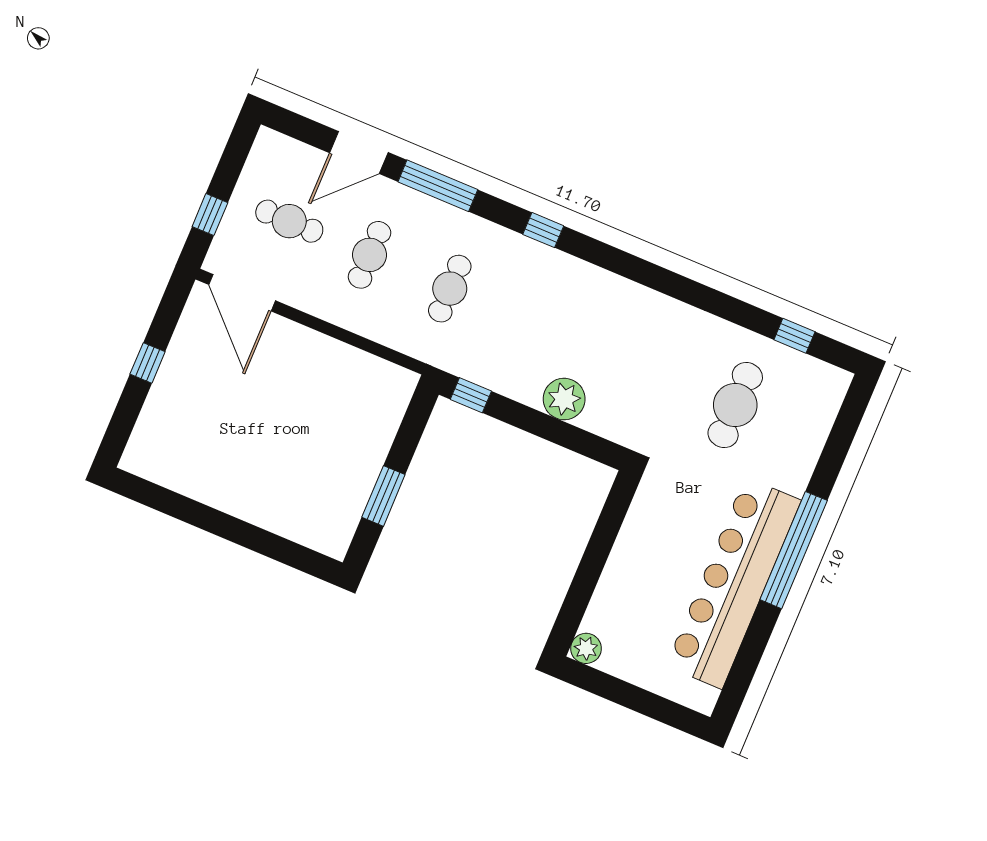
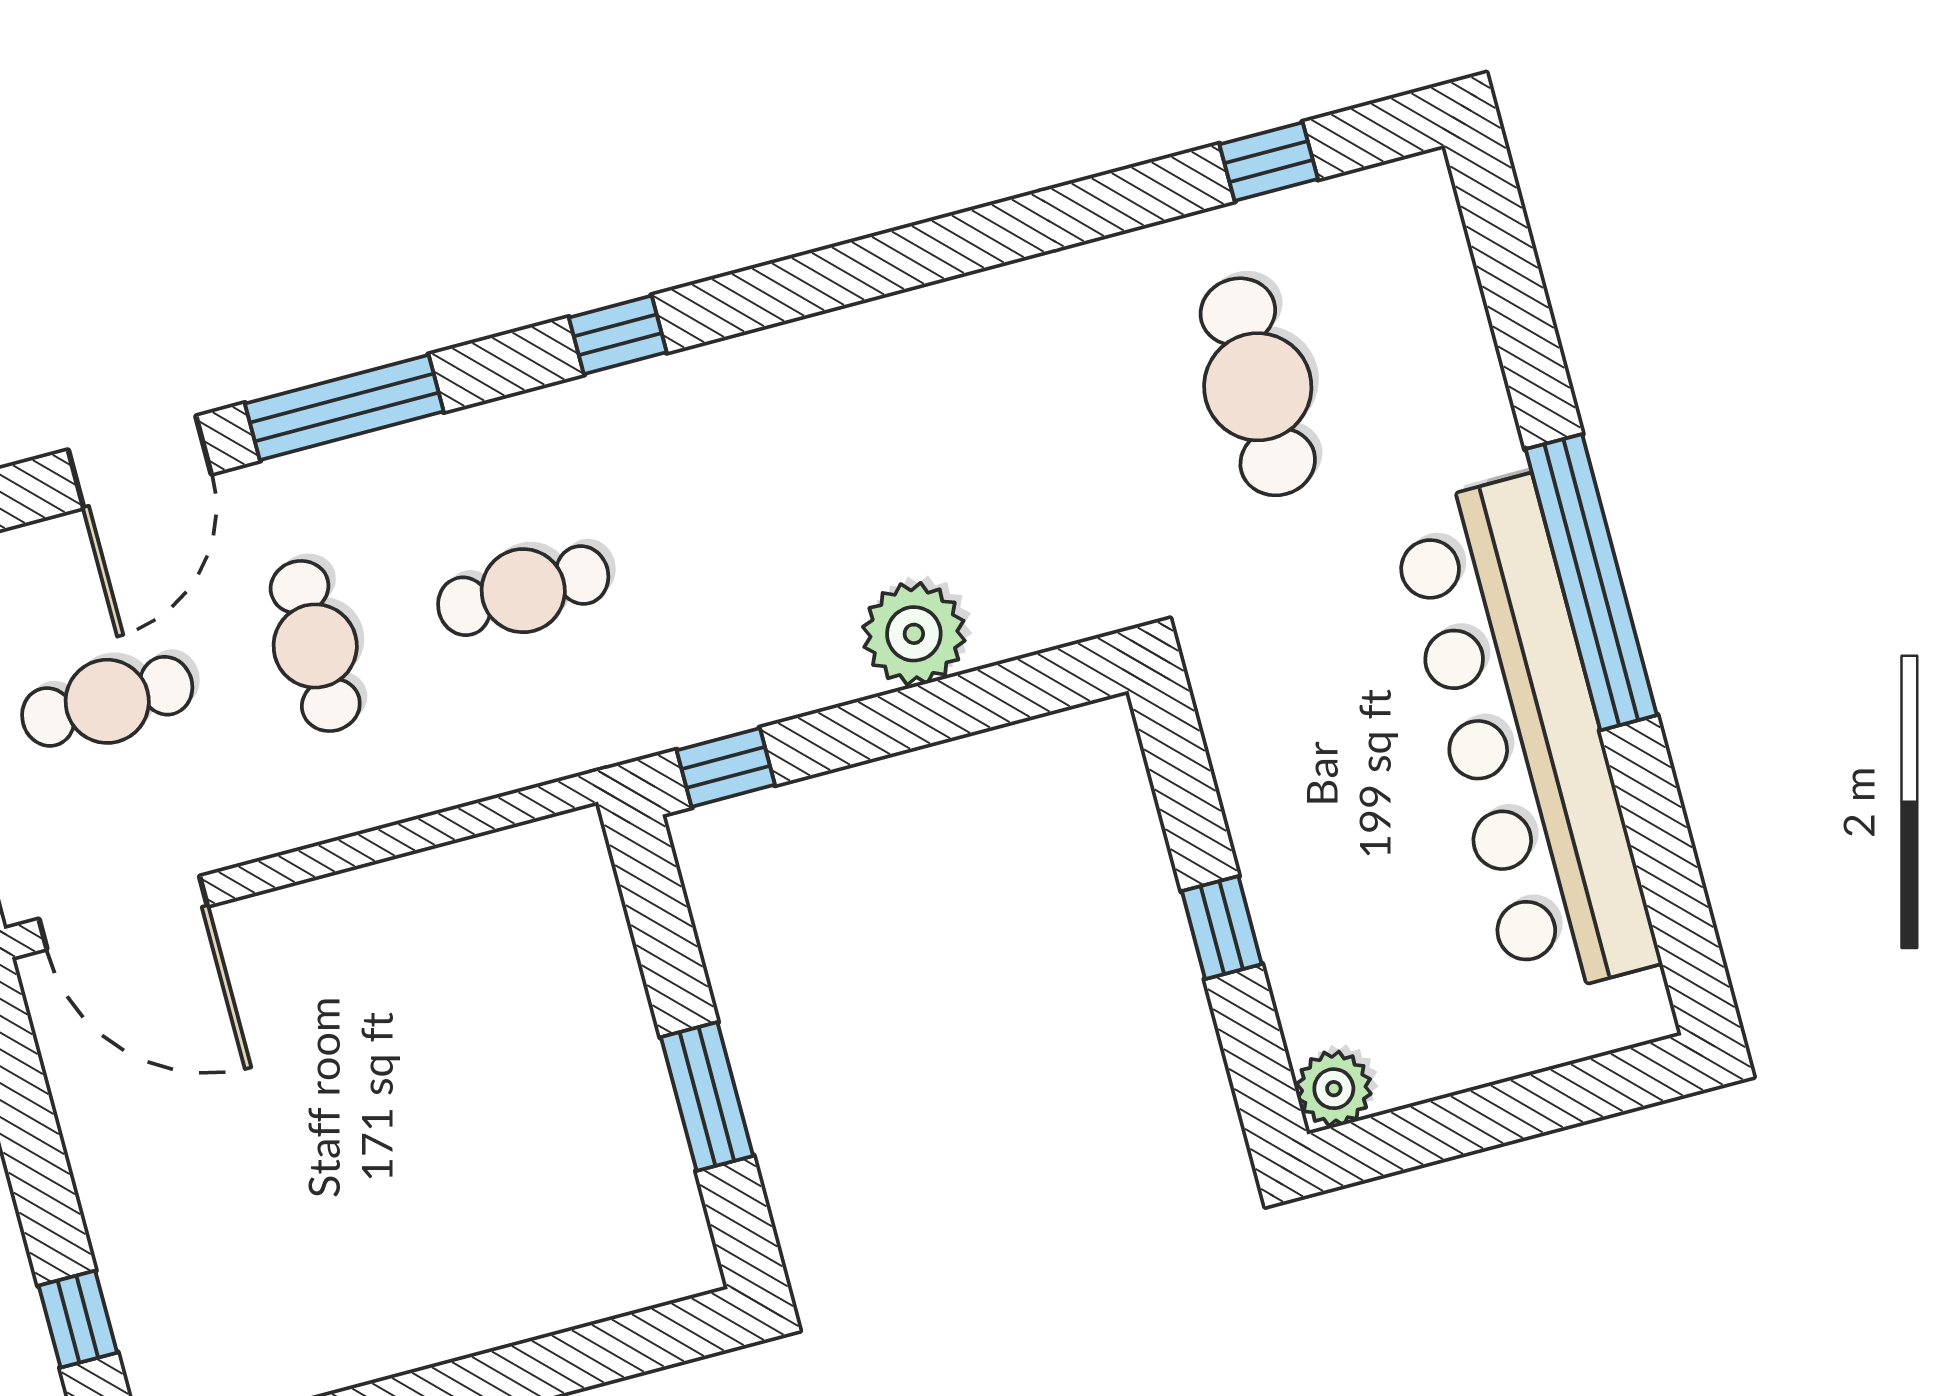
cafe table: (450, 289) -> (523, 591), turned 90
window: (148, 363) -> (78, 1319), moved
window: (590, 569) -> (1222, 928), added

